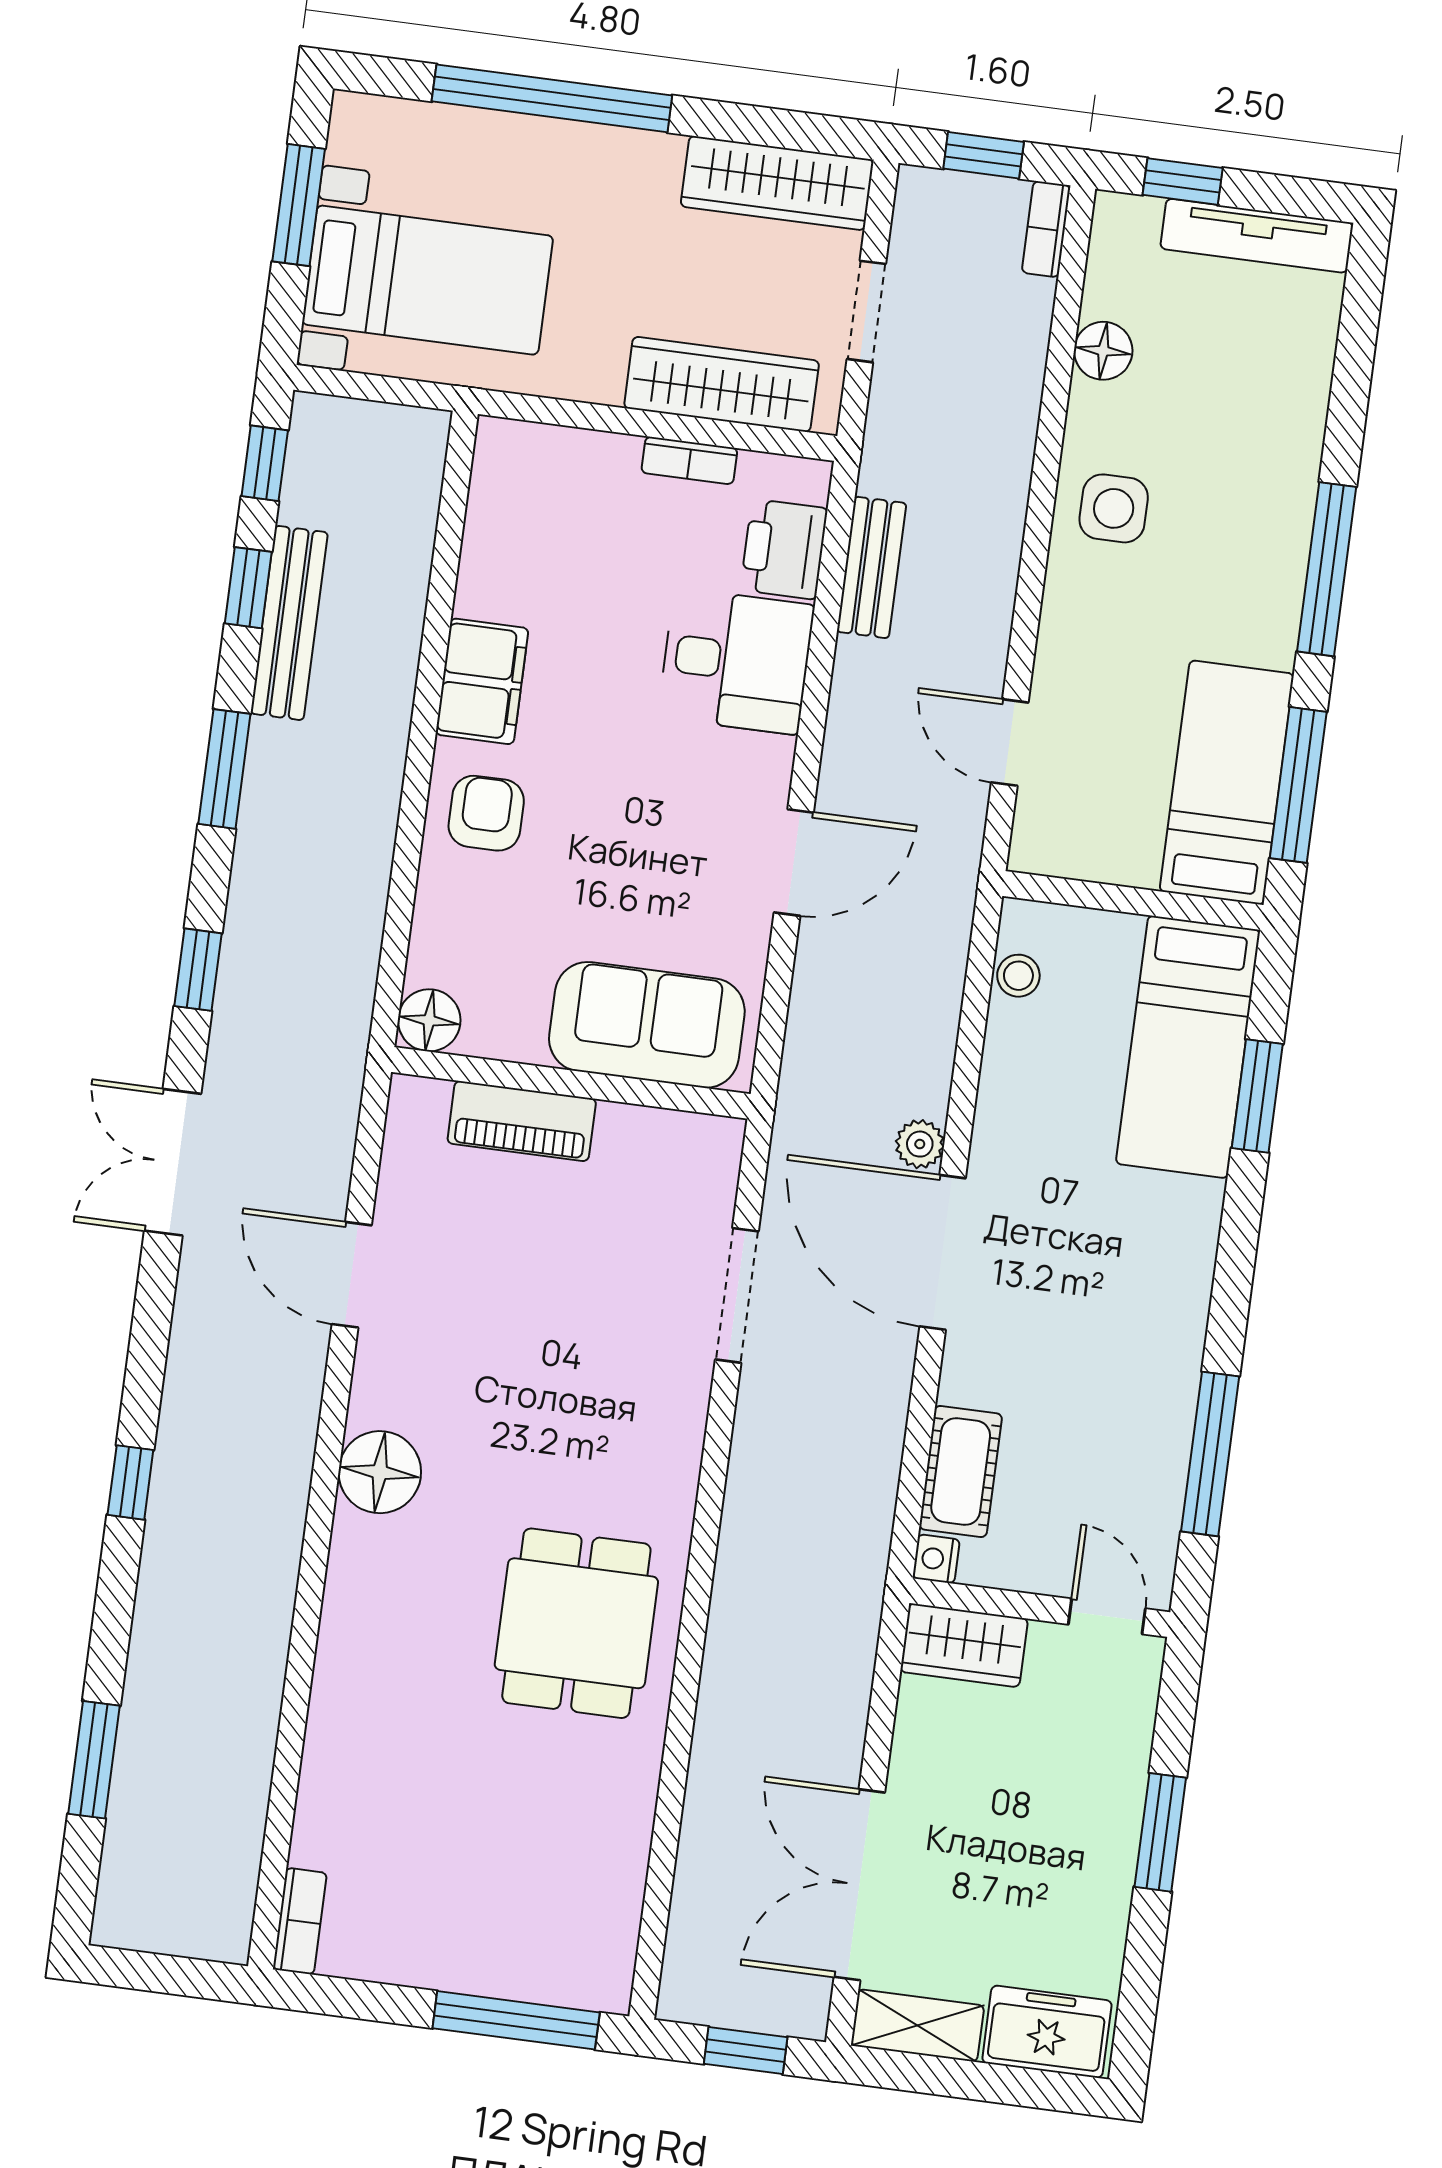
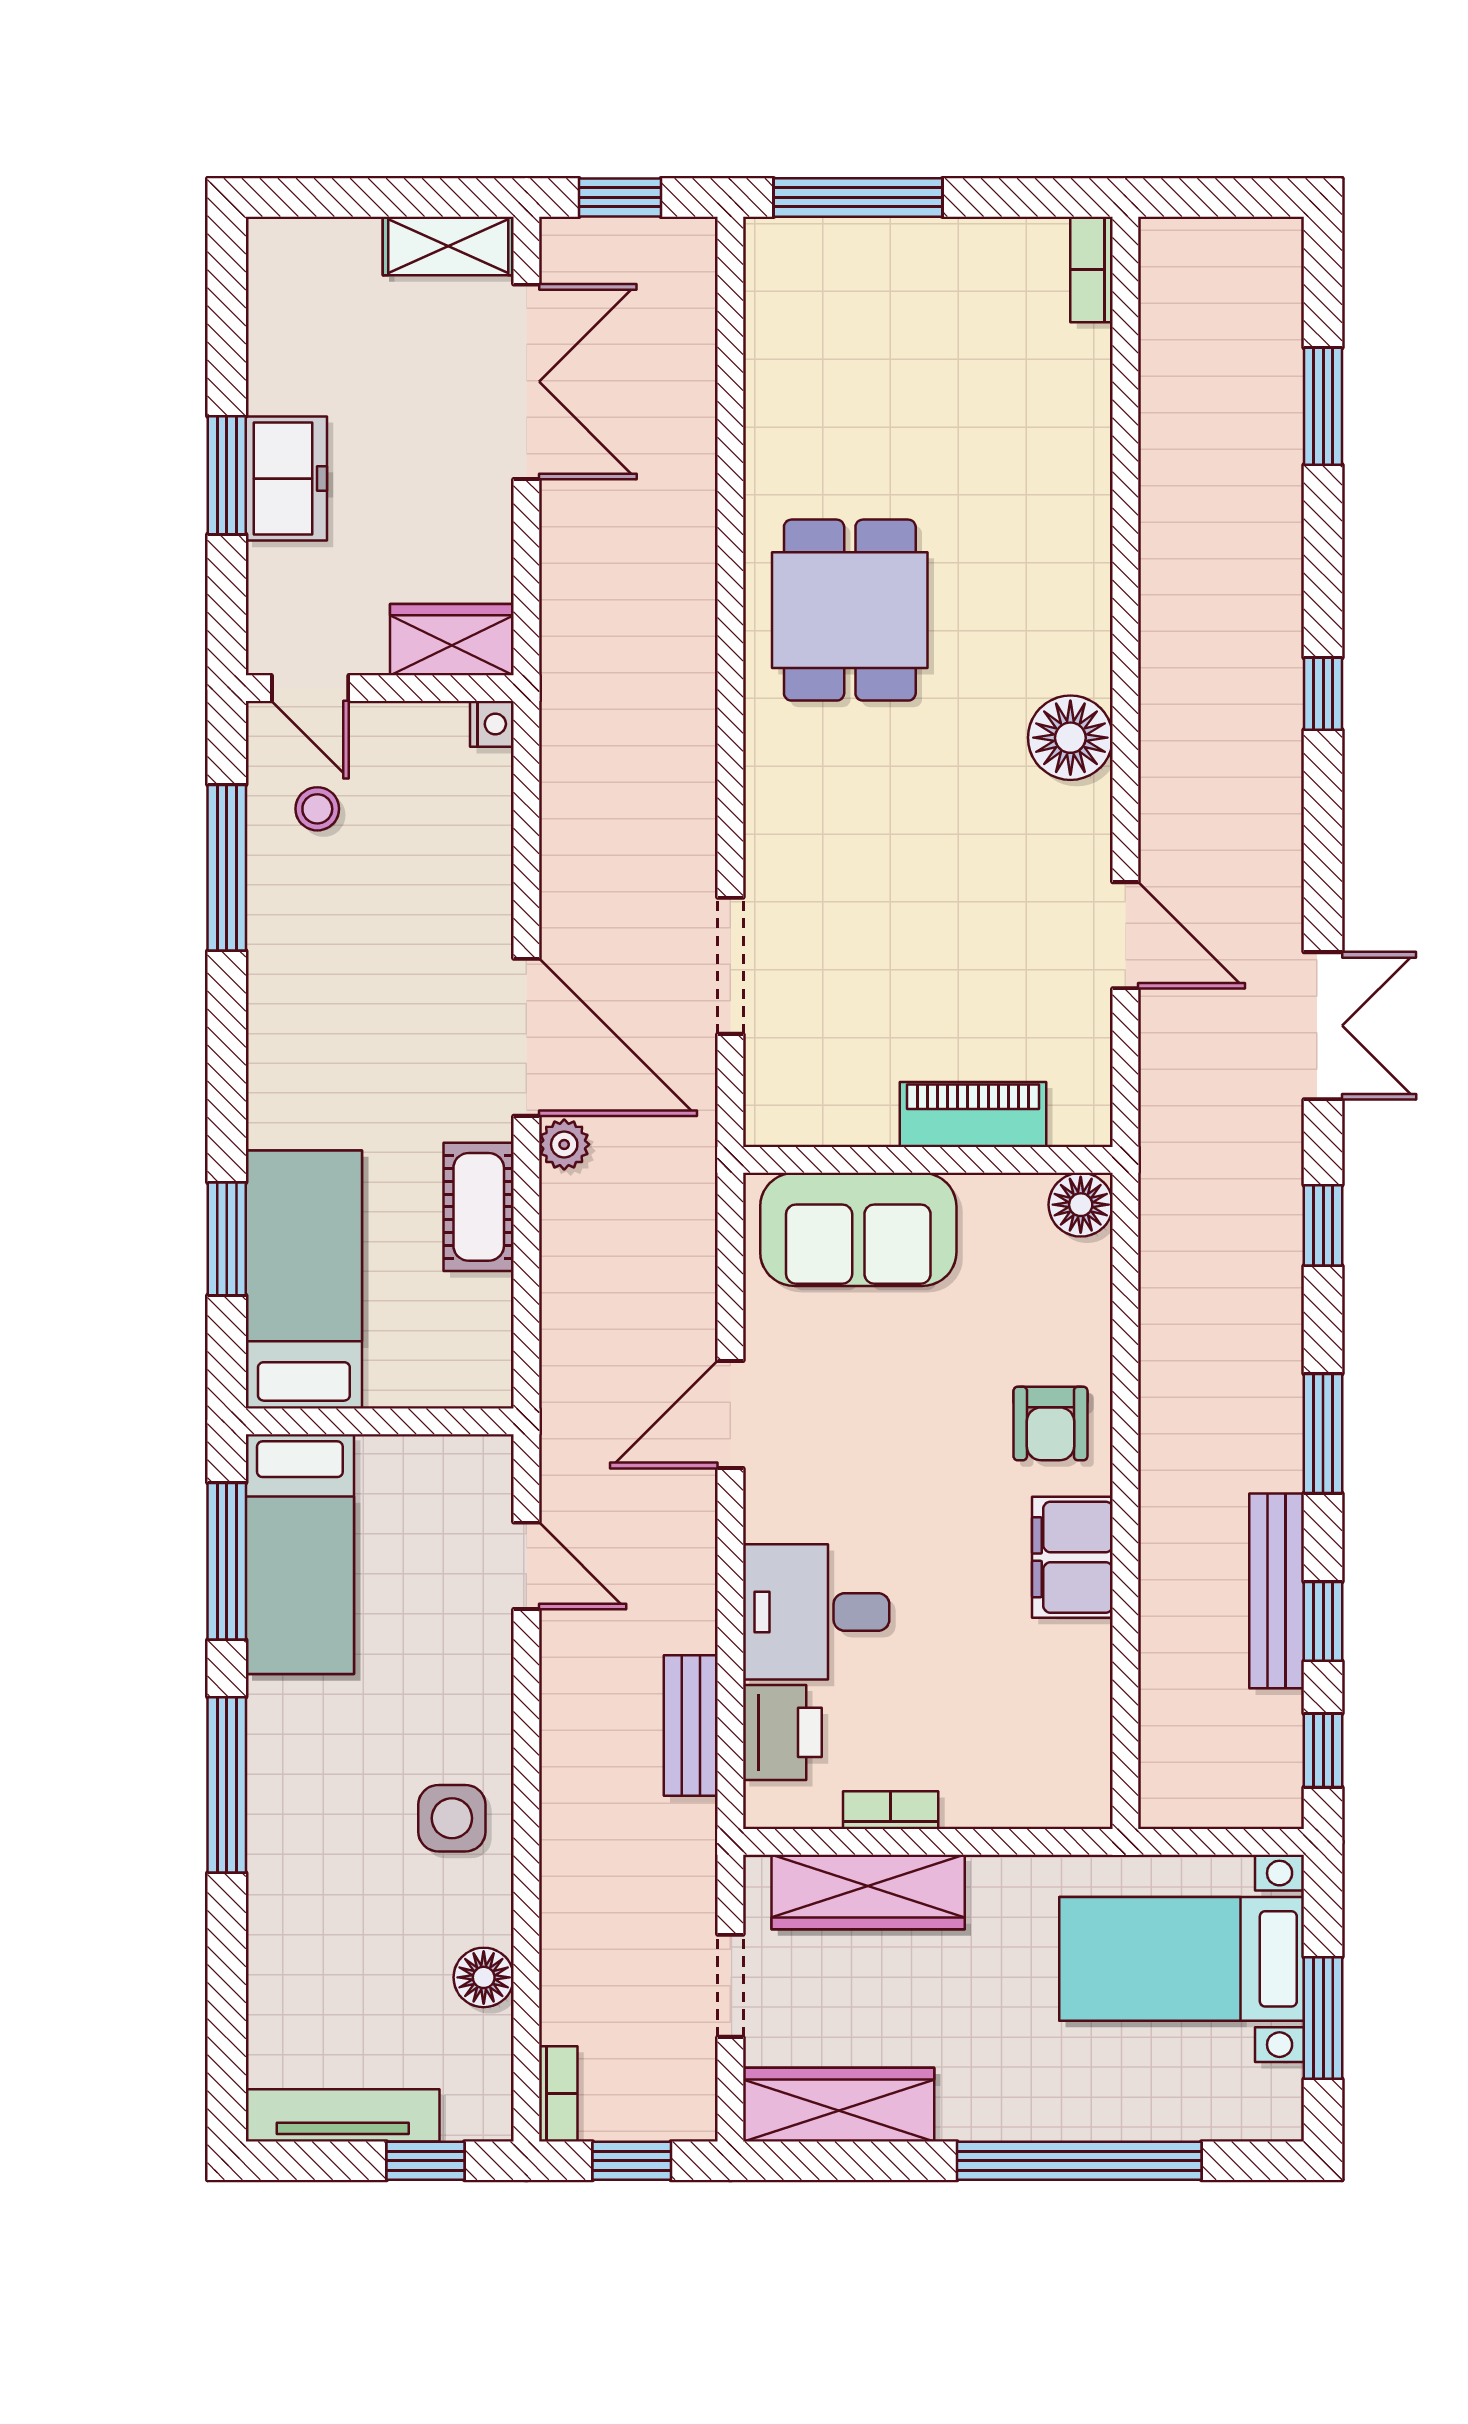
stool: (1018, 976) -> (317, 809), moved
cot: (961, 1472) -> (479, 1207), moved
freezer: (1047, 2032) -> (286, 479), moved, turned -90

